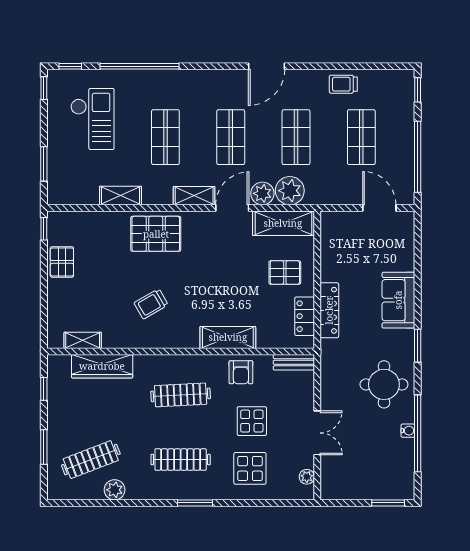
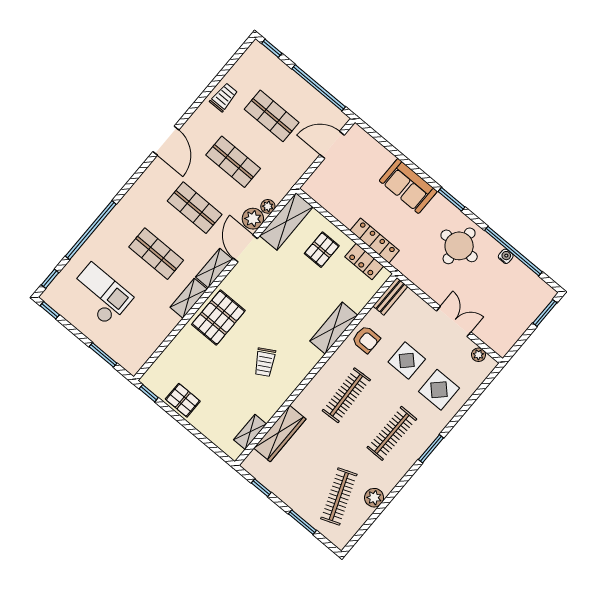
trolley: (343, 84) -> (224, 97), turned 180
plant: (290, 191) -> (268, 206), width x0.53, depth x0.53
shelving: (120, 196) -> (189, 298), moved

